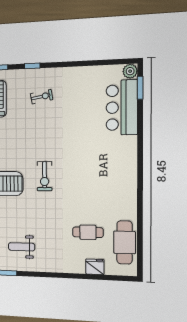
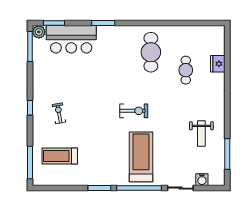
window: (114, 62) -> (30, 46), added
window: (32, 66) -> (30, 108), moved
window: (140, 143) -> (103, 23), added
cafe table: (124, 242) -> (151, 52), moved, turned 90

